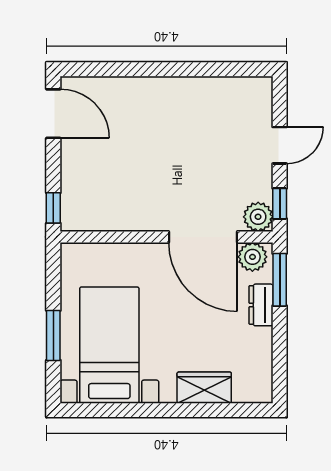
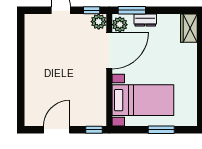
door: (53, 114) -> (57, 130), moved
bed with nightstands: (109, 345) -> (143, 100), moved, turned 180
wardrobe: (204, 388) -> (189, 28), moved

